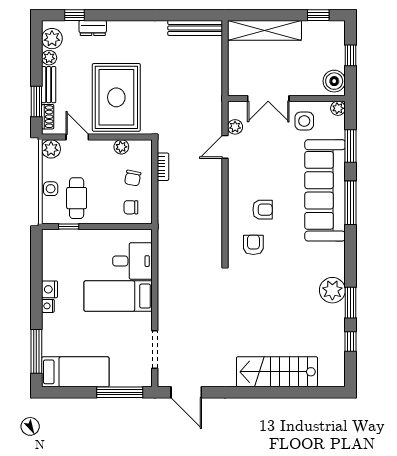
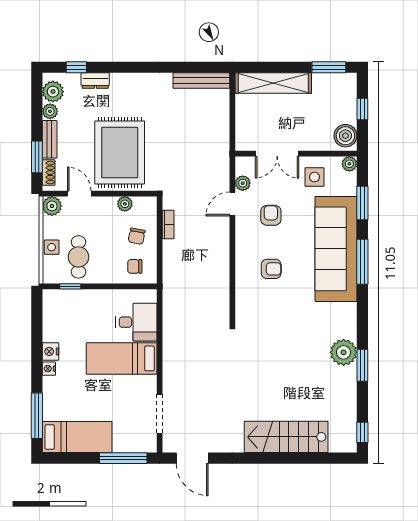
window: (318, 15) -> (329, 67), width x1.50
armchair: (253, 245) -> (271, 215), moved
window: (350, 341) -> (362, 432), moved

